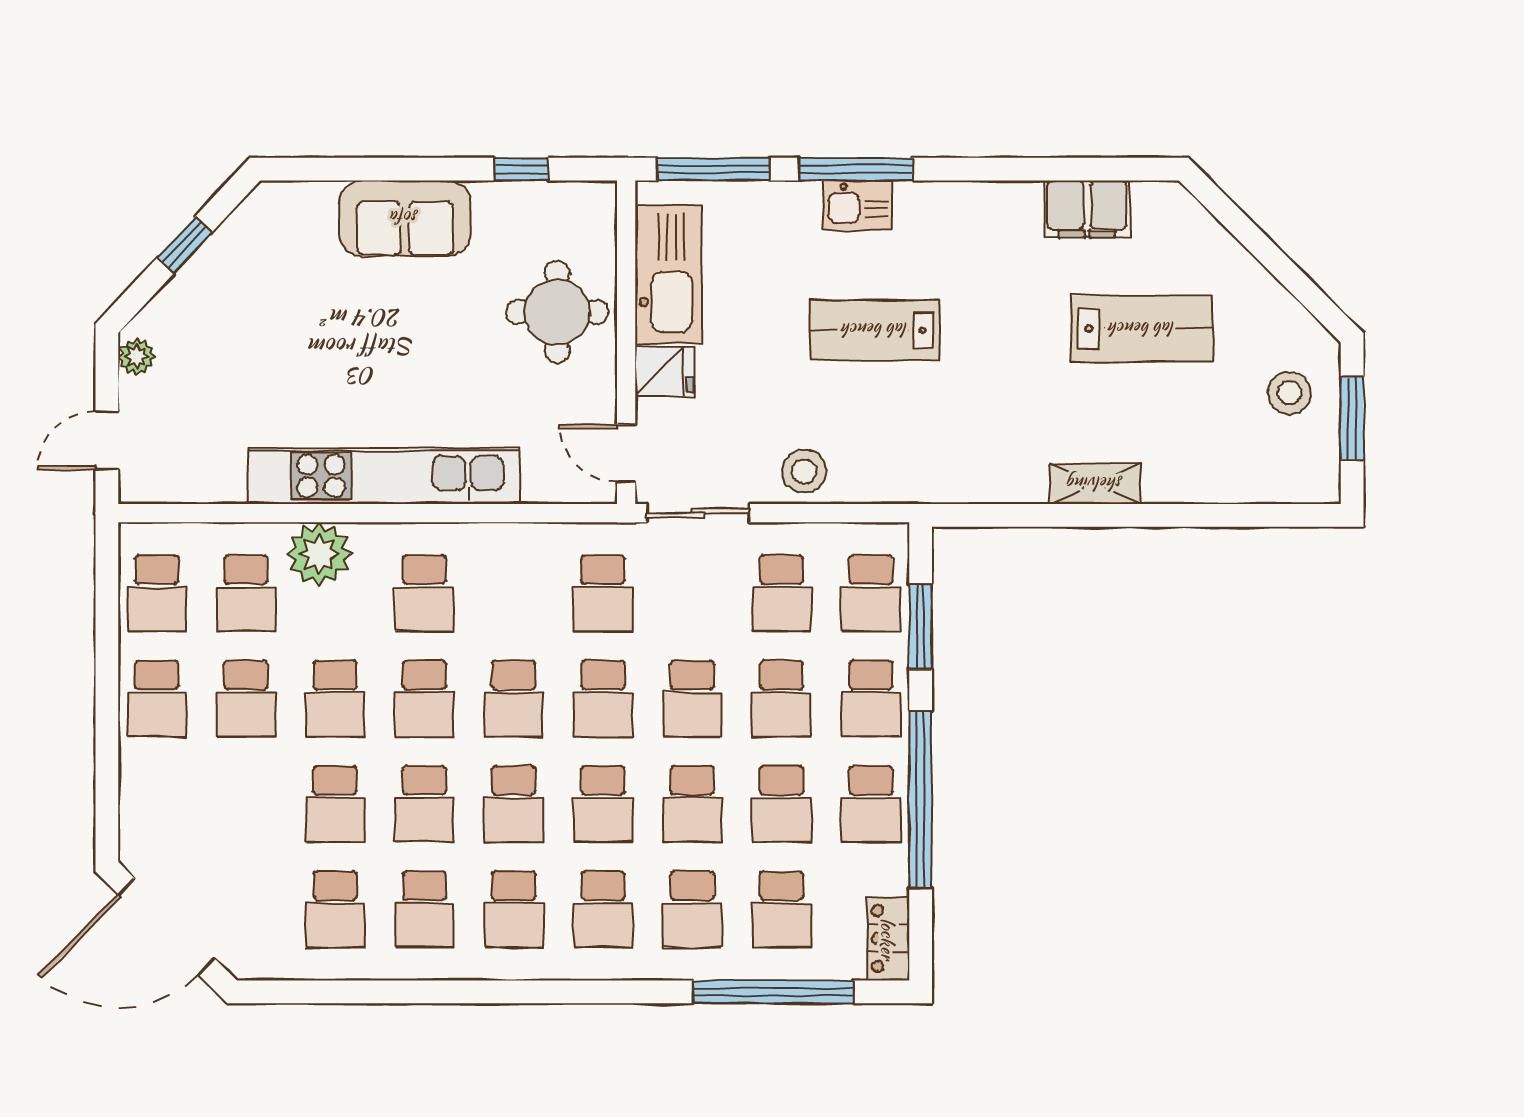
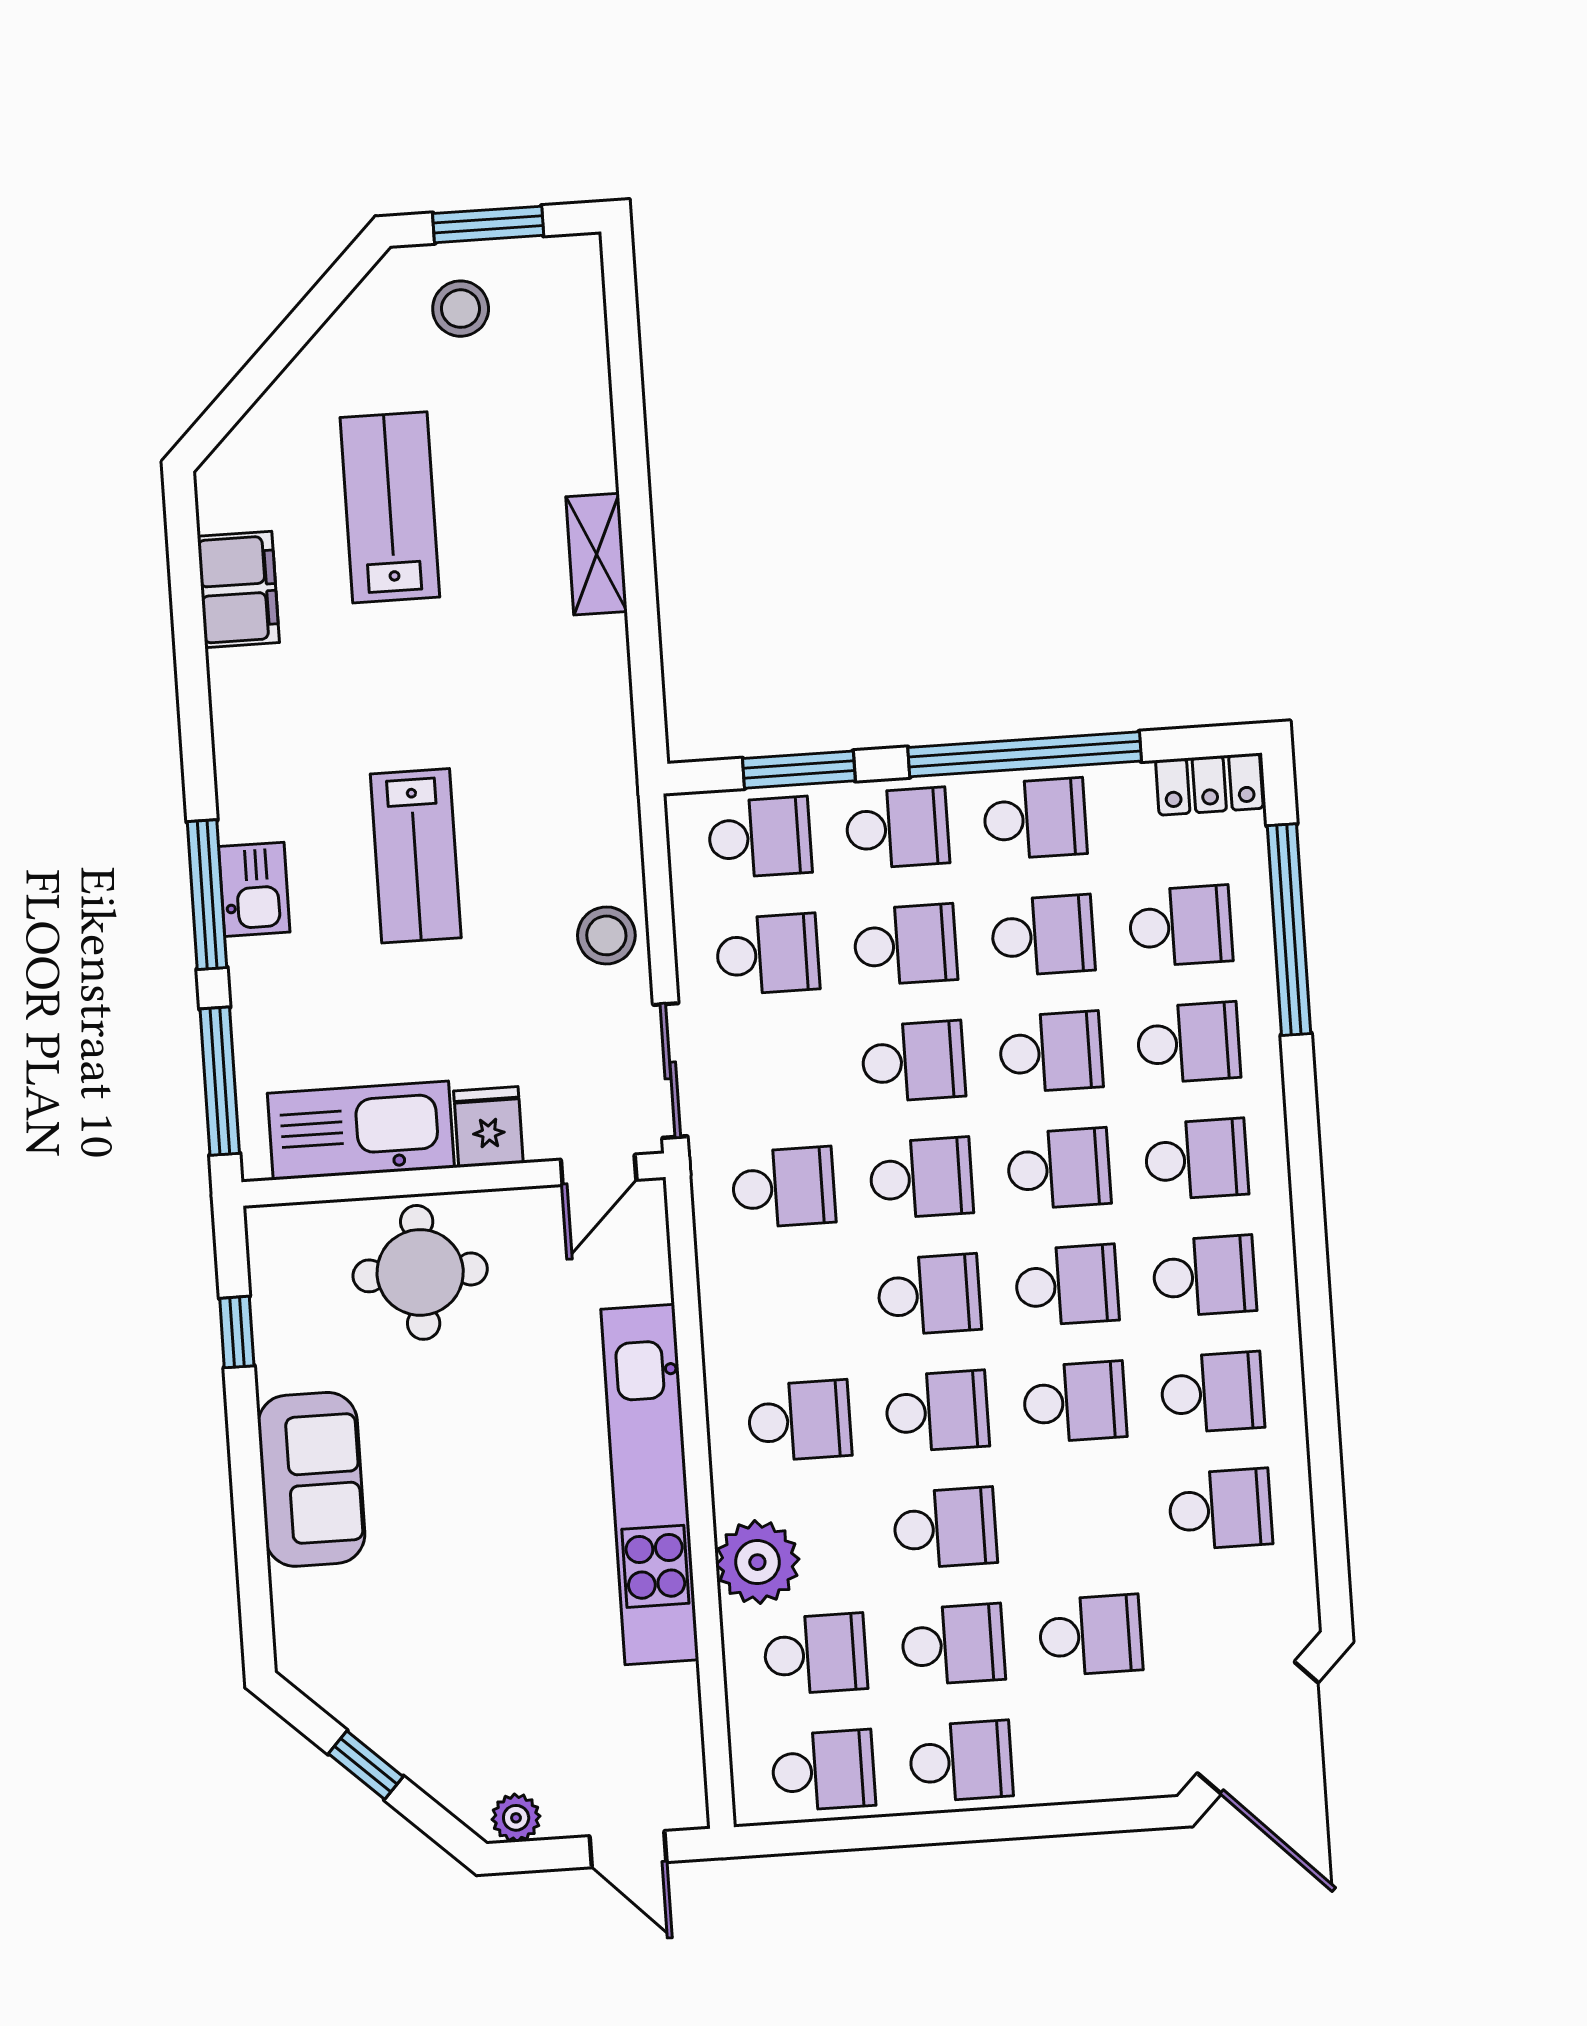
school desk: (335, 804) -> (1091, 1635), moved

